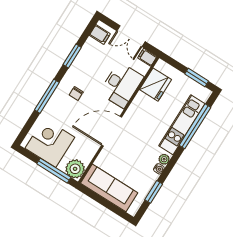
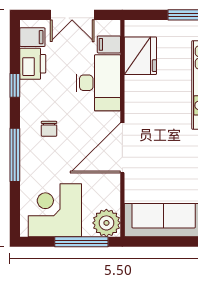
printer: (90, 50) -> (33, 64), added
window: (72, 56) -> (15, 85), width x0.67
filing cabinet: (147, 57) -> (109, 44), moved

